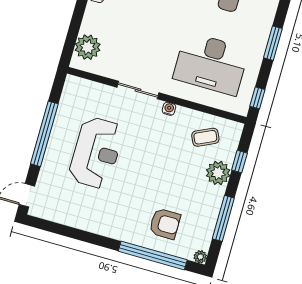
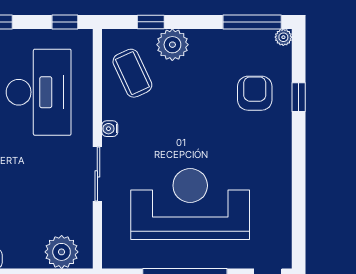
coffee table: (205, 137) -> (132, 73), width x1.36, depth x1.30
reception desk: (96, 153) -> (190, 204), width x1.36, depth x1.30
window: (223, 218) -> (252, 22), moved
window: (153, 255) -> (299, 97), width x0.32

